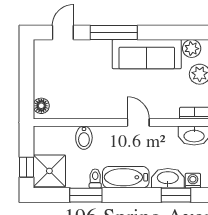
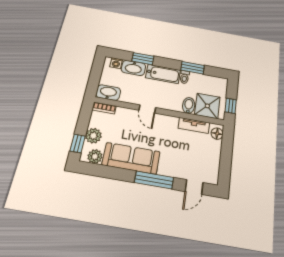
tv unit: (73, 111) -> (194, 125), added
window: (26, 167) -> (231, 106), moved
shower: (49, 171) -> (207, 106), moved
window: (176, 195) -> (143, 59), moved

